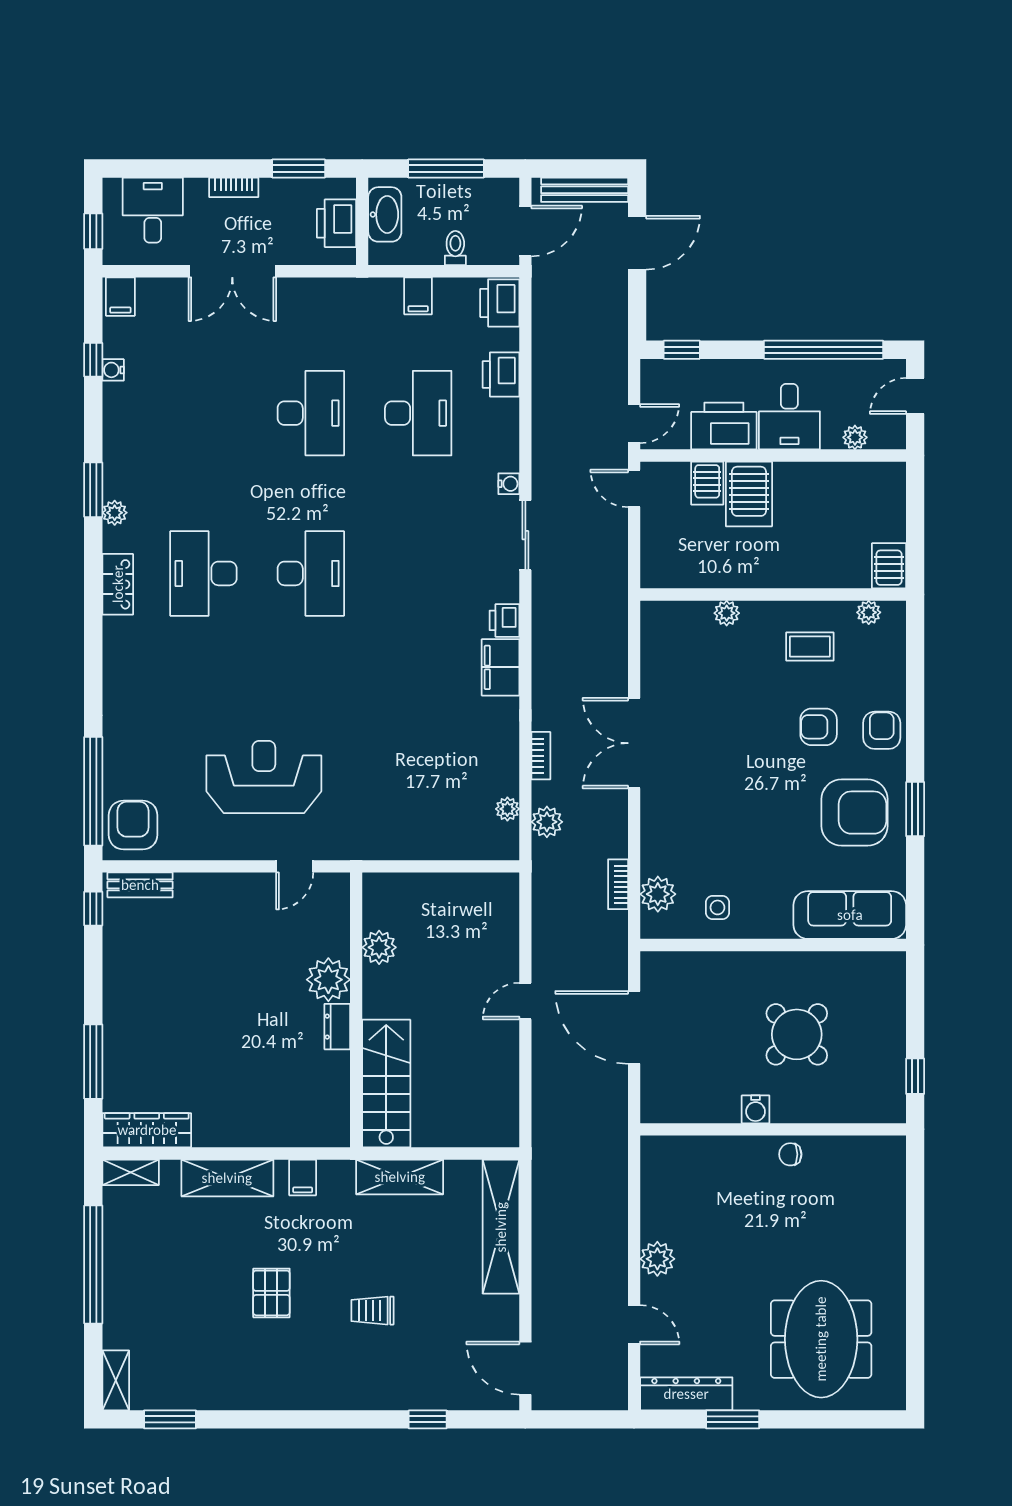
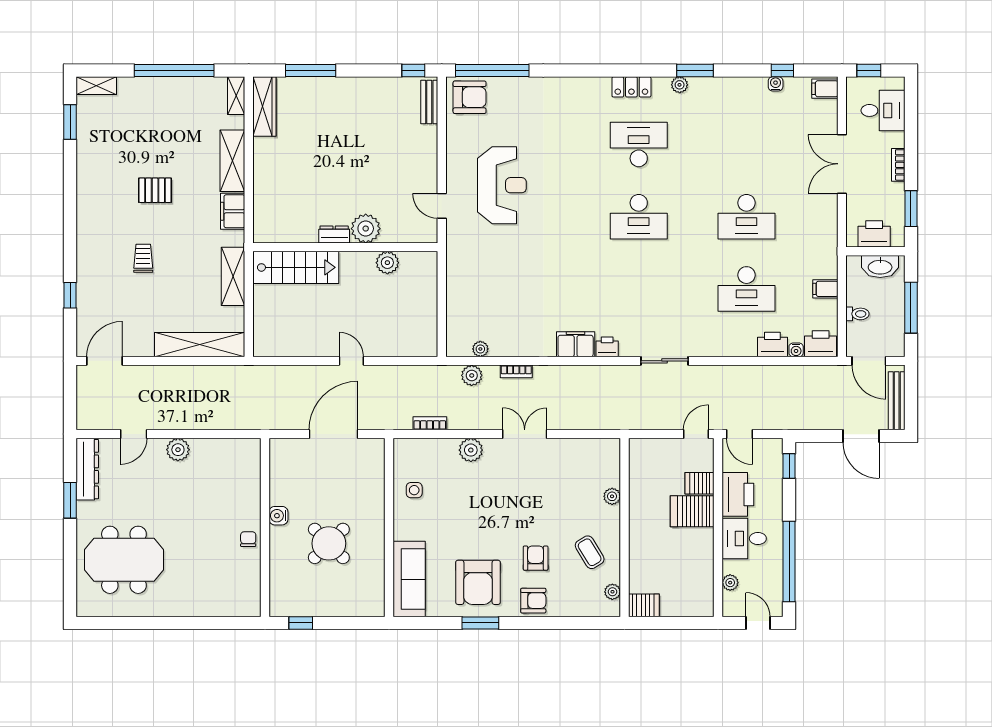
water cooler: (509, 484) -> (796, 350), moved
coffee table: (810, 646) -> (590, 552), turned -31
double door: (634, 743) -> (525, 434), width x0.73
plant: (658, 894) -> (471, 450), moved
filing cabinet: (303, 1177) -> (233, 211), width x2.00

